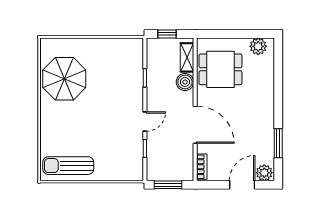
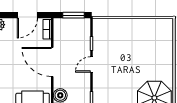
sun lounger: (68, 166) -> (151, 30), removed
door: (242, 185) -> (27, 15), moved

